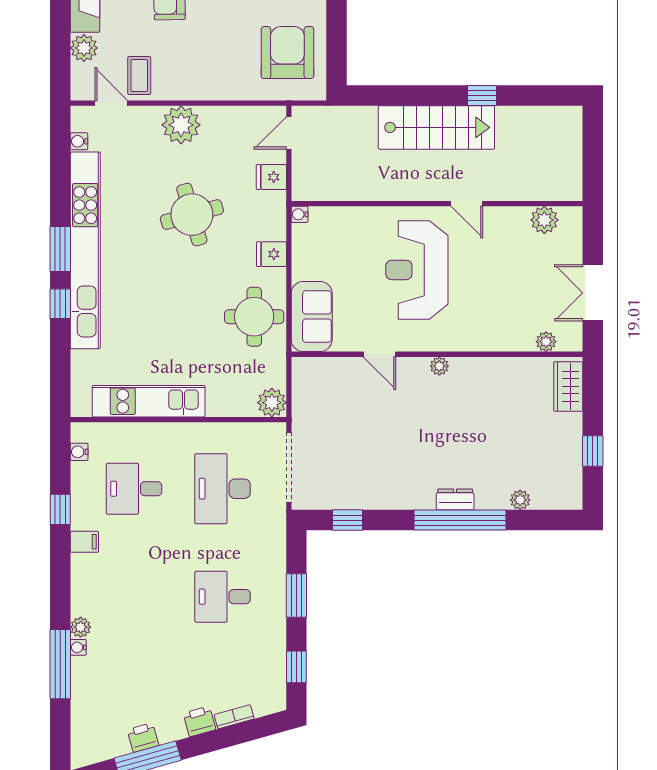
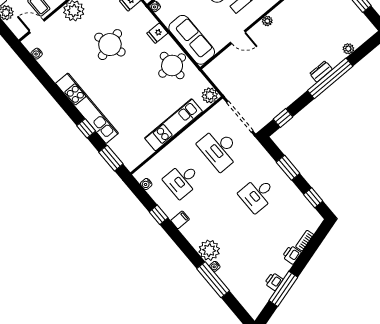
window: (60, 249) -> (111, 158), moved
kitchen unit: (85, 250) -> (87, 108), width x0.73
sofa: (312, 317) -> (192, 40), width x1.36
kitchen unit: (149, 401) -> (174, 125), moved
plant: (81, 627) -> (209, 250), width x1.88, depth x1.88

